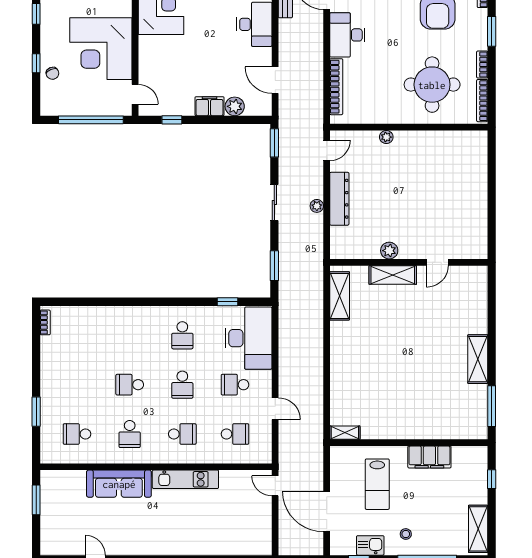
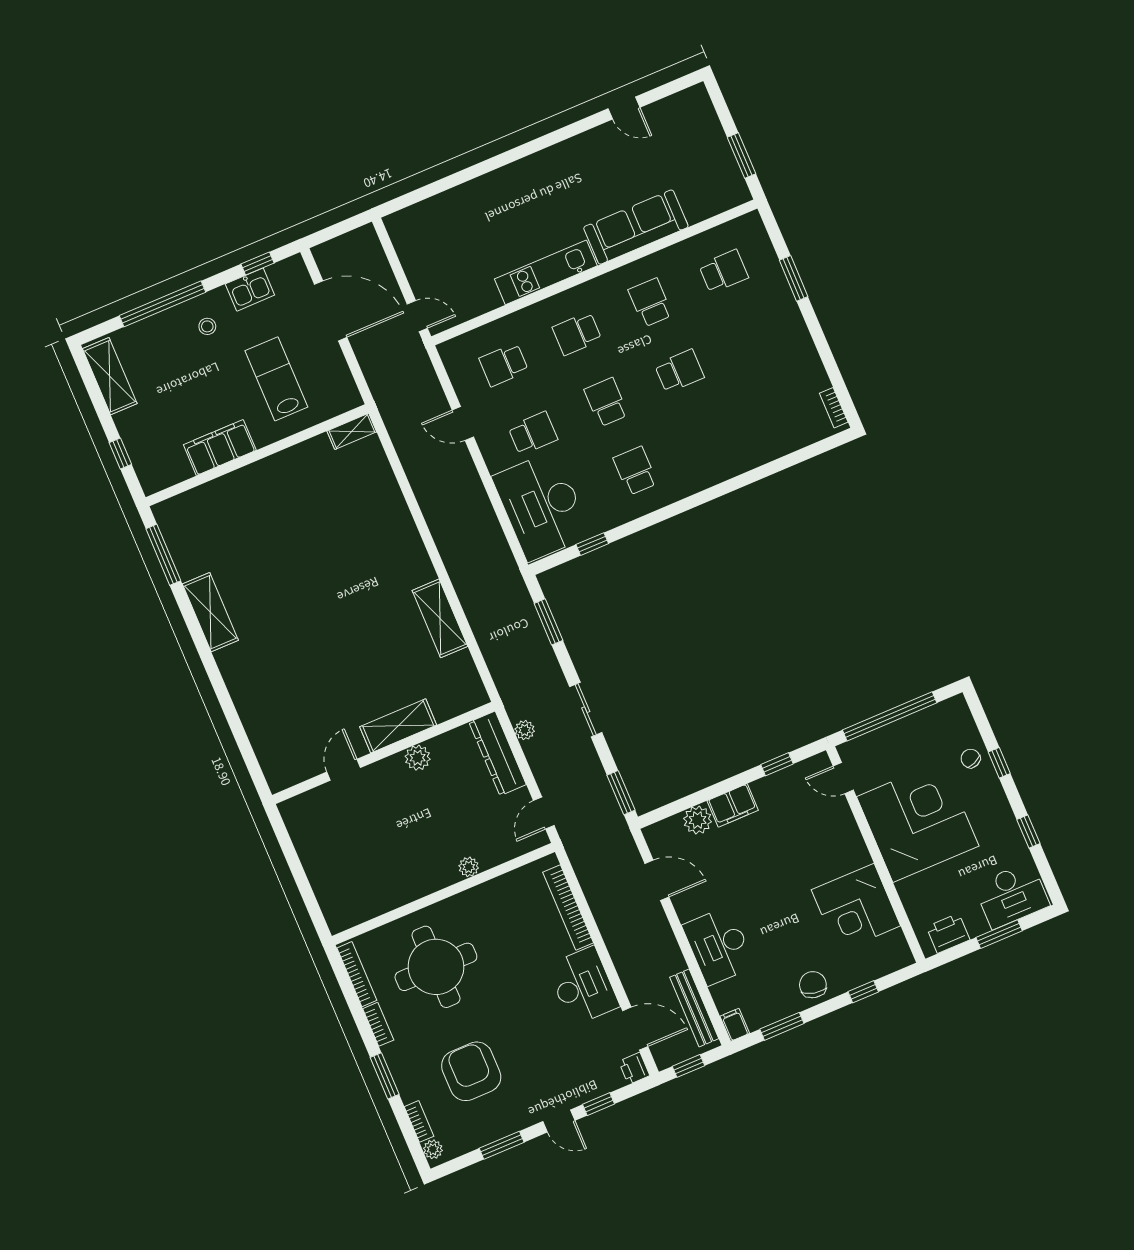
plant: (389, 251) -> (418, 758), moved
wall: (409, 262) -> (384, 753), moved
door: (437, 262) -> (344, 770), moved
shelving: (393, 275) -> (398, 726), moved

